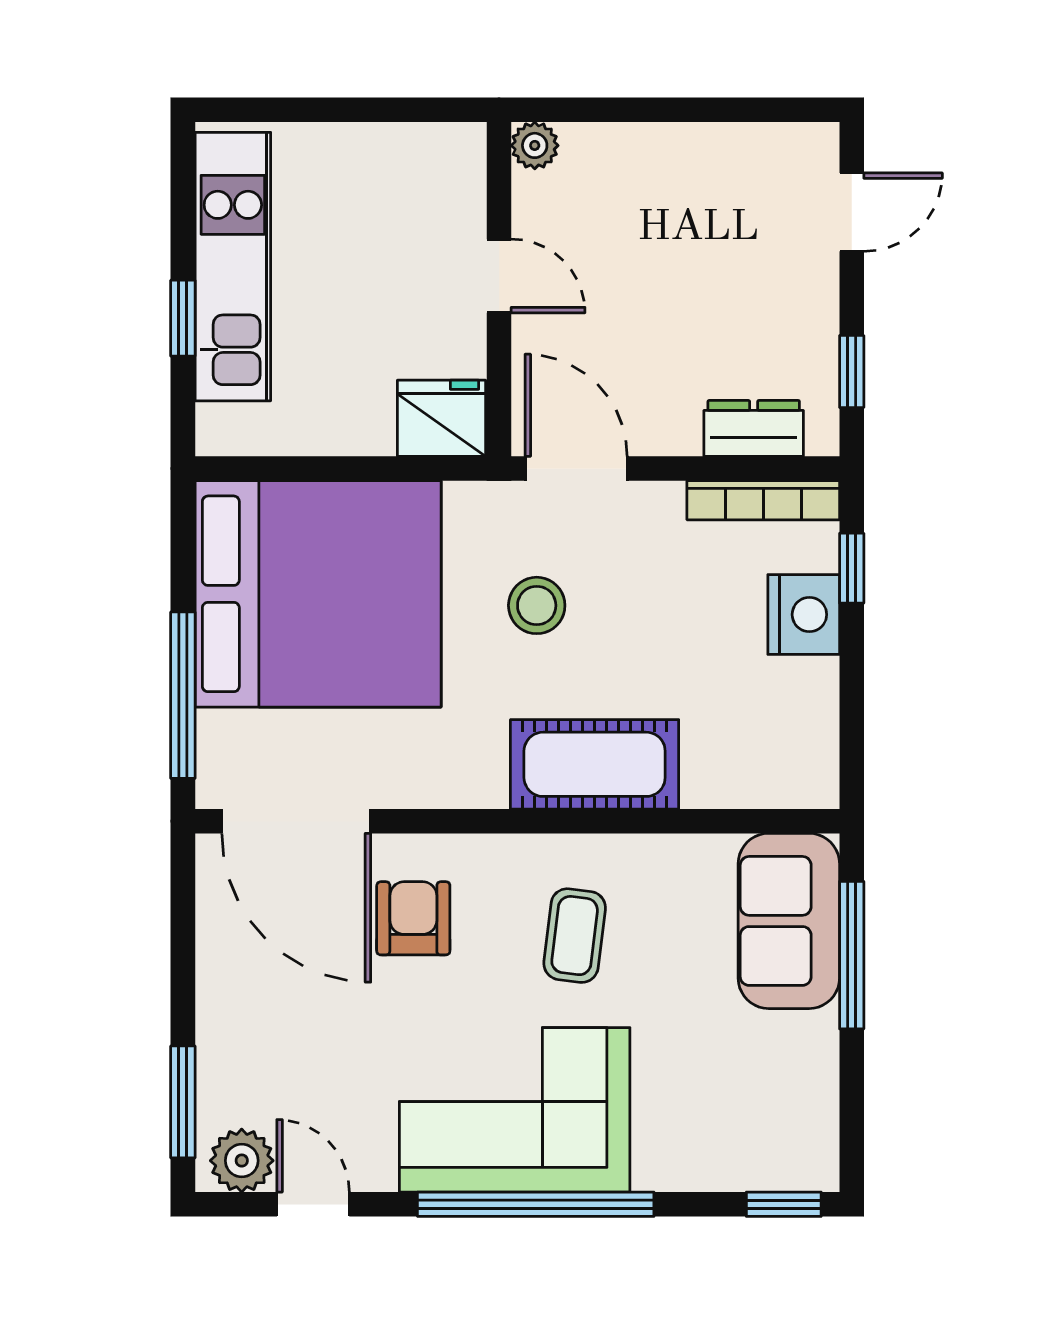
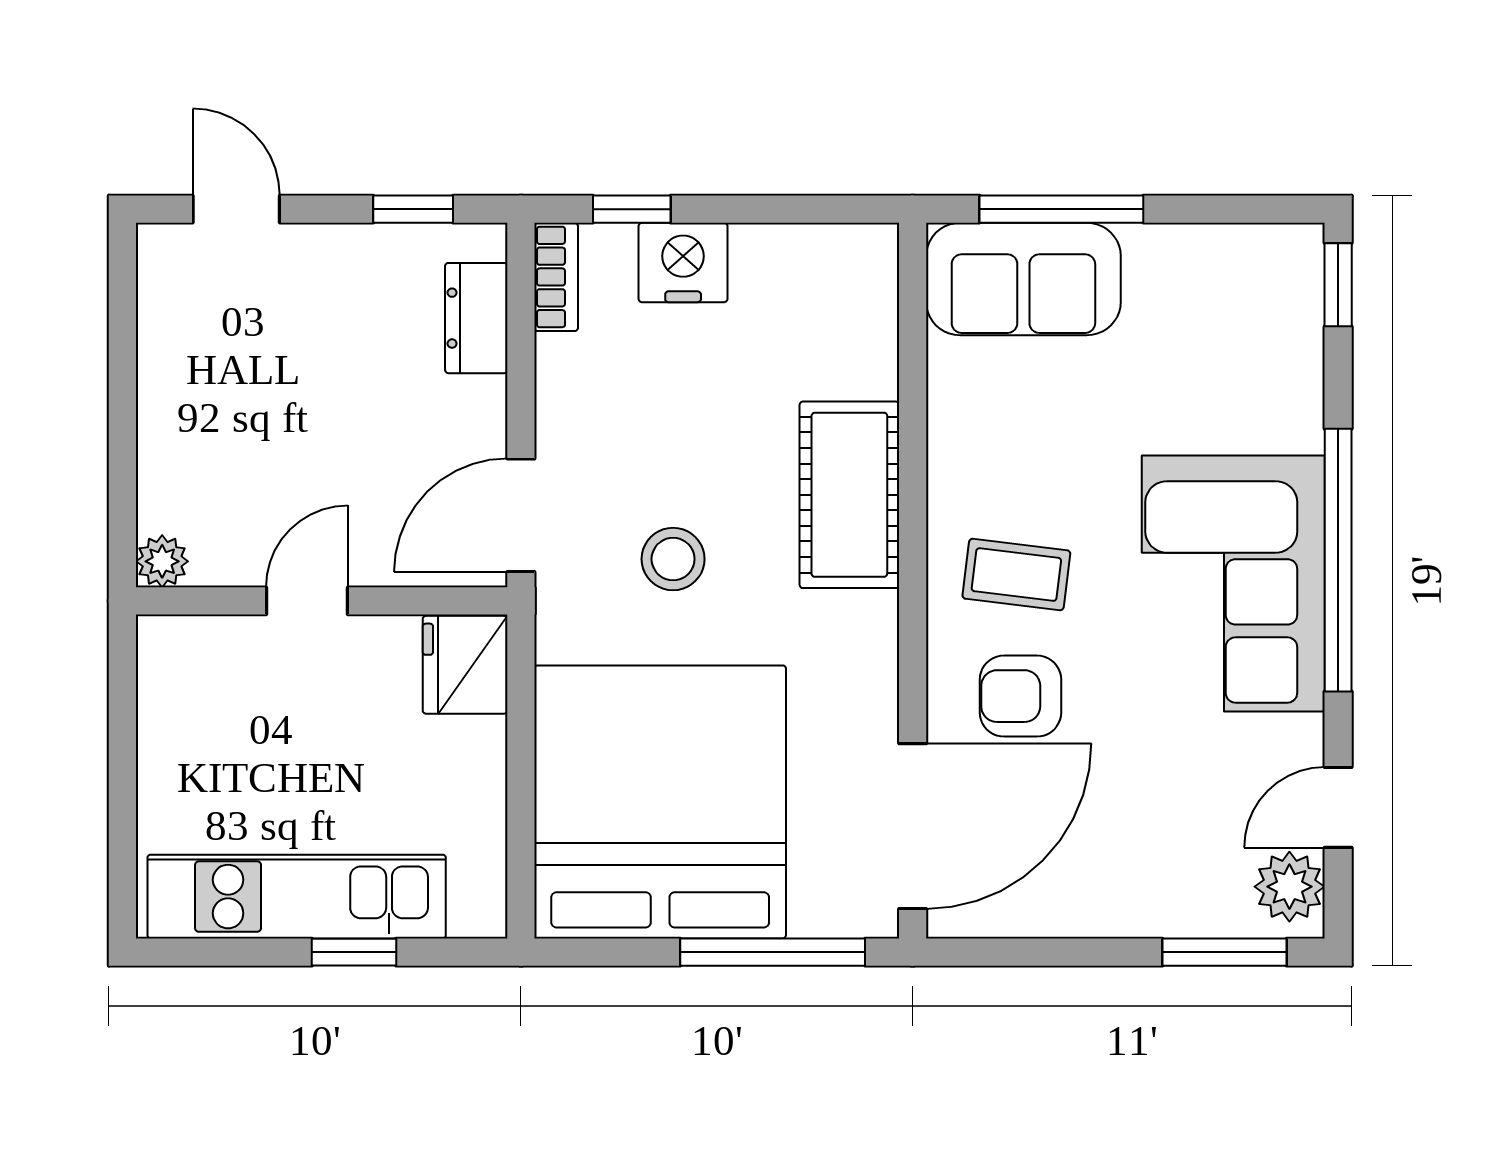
bookcase: (763, 500) -> (556, 277), width x0.64
coffee table: (575, 936) -> (1016, 575), moved

